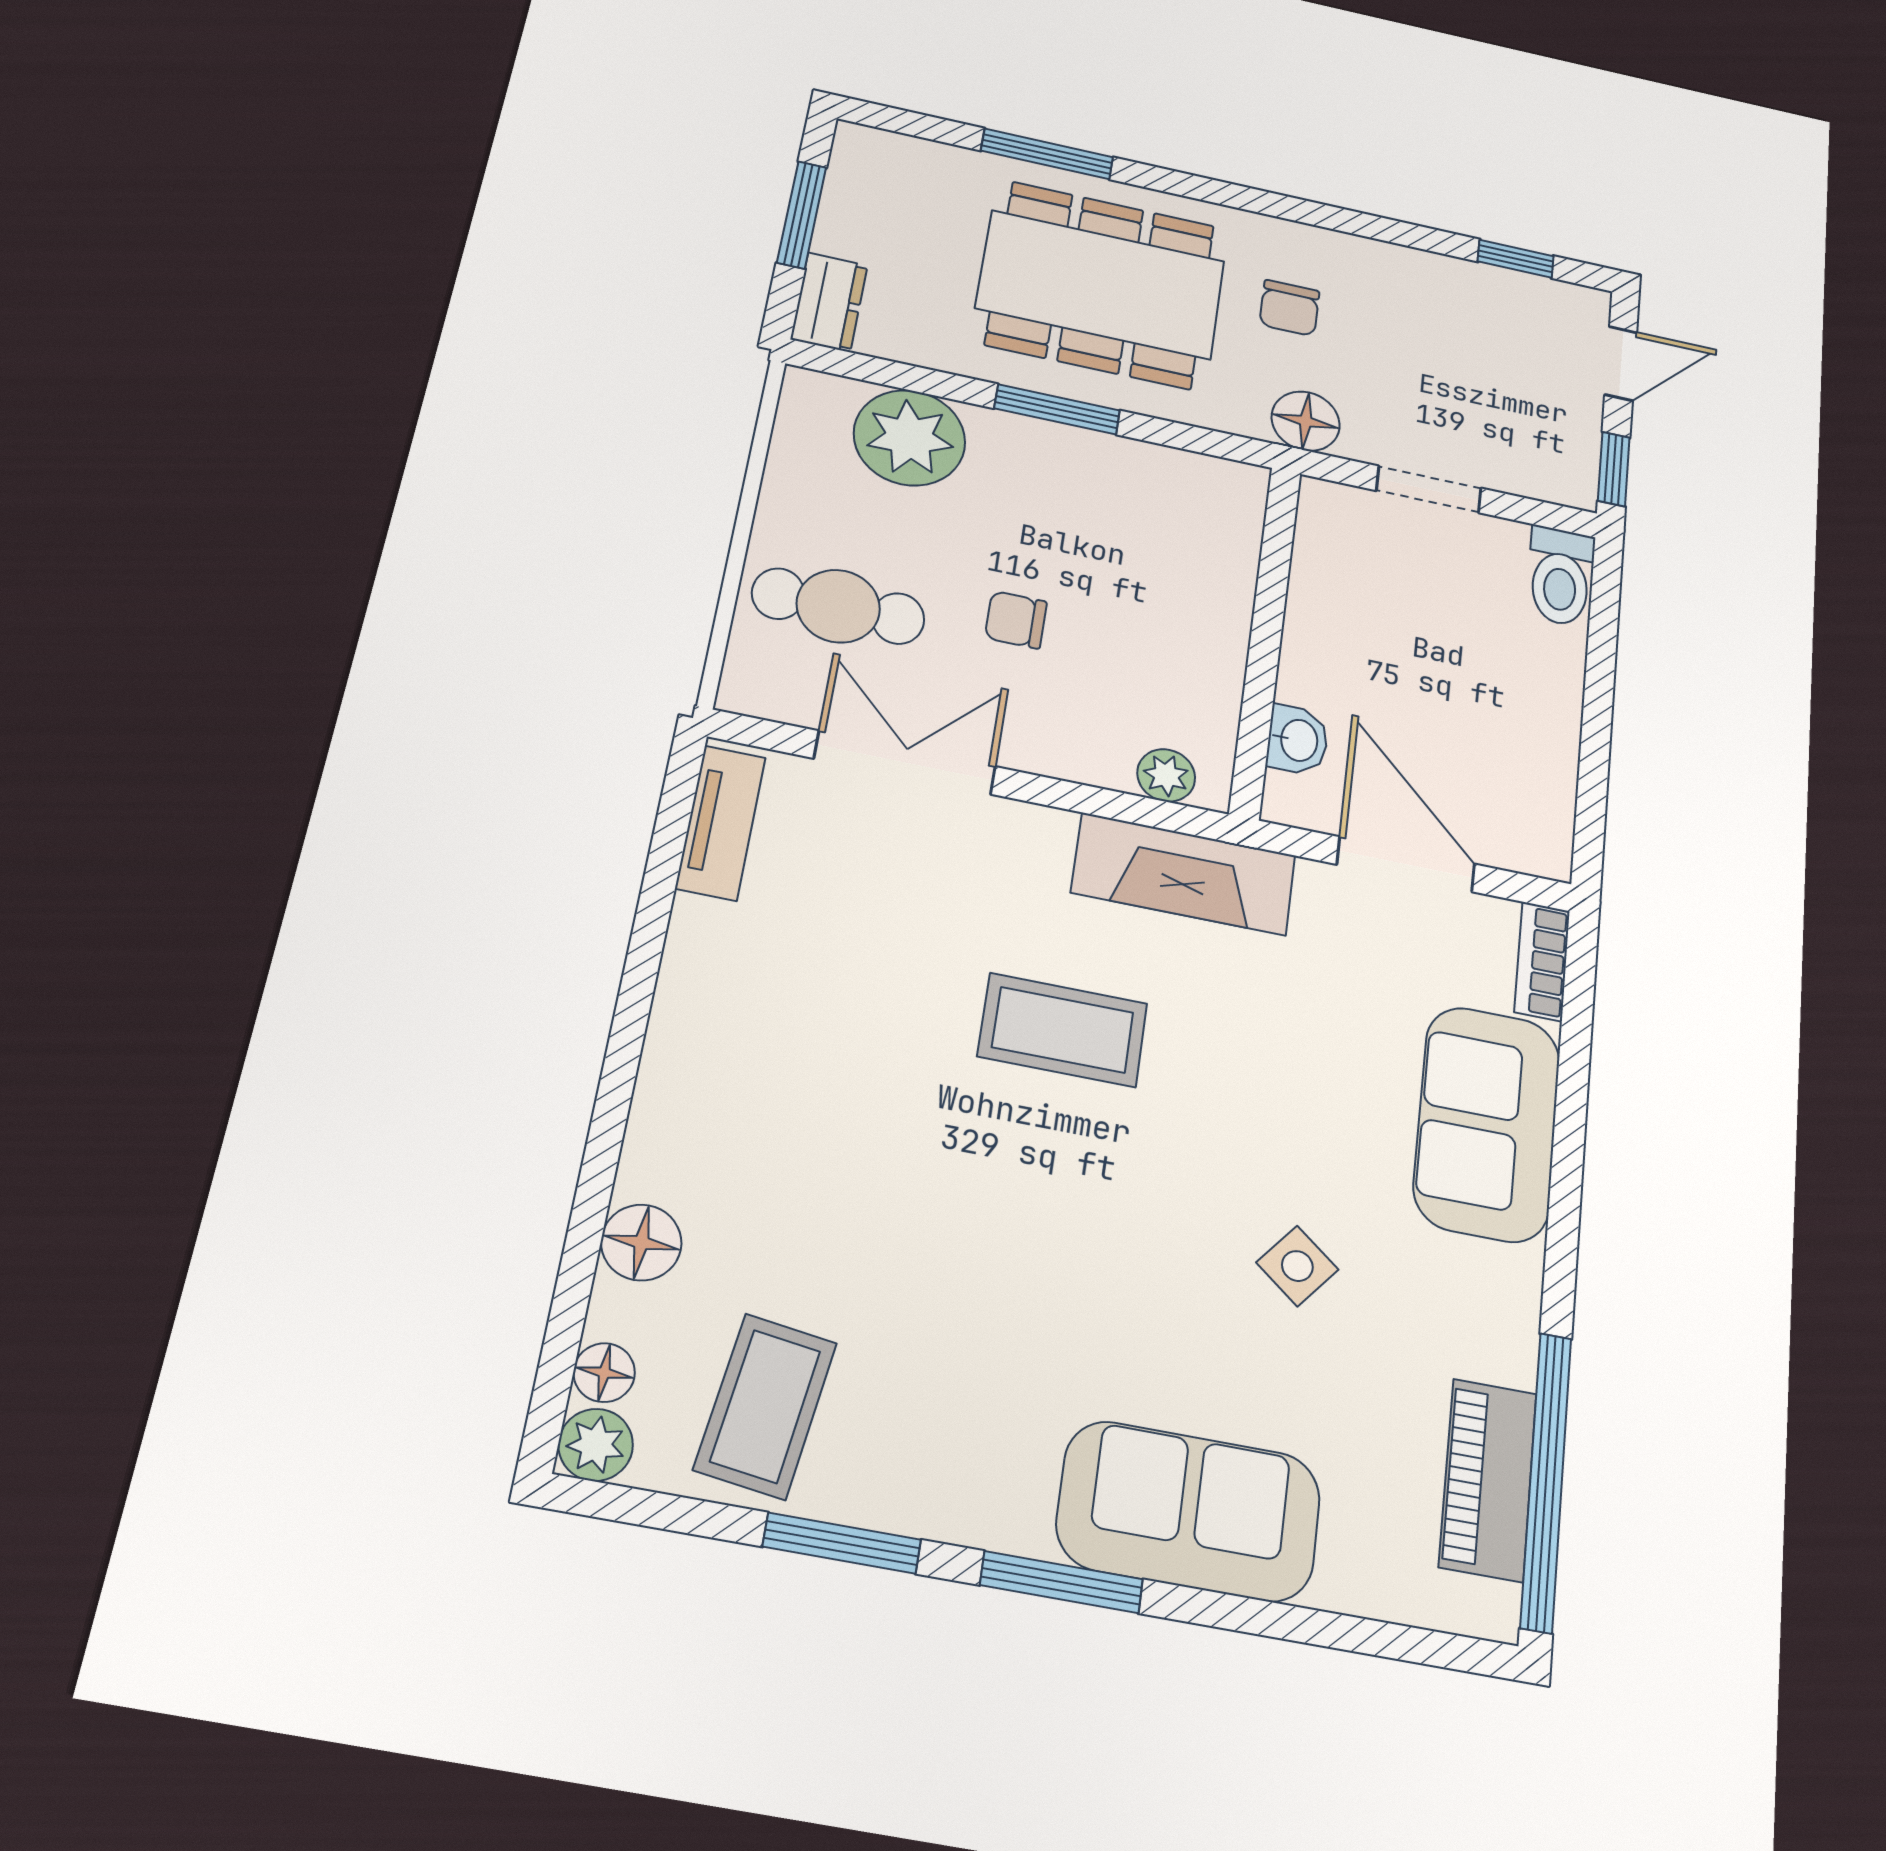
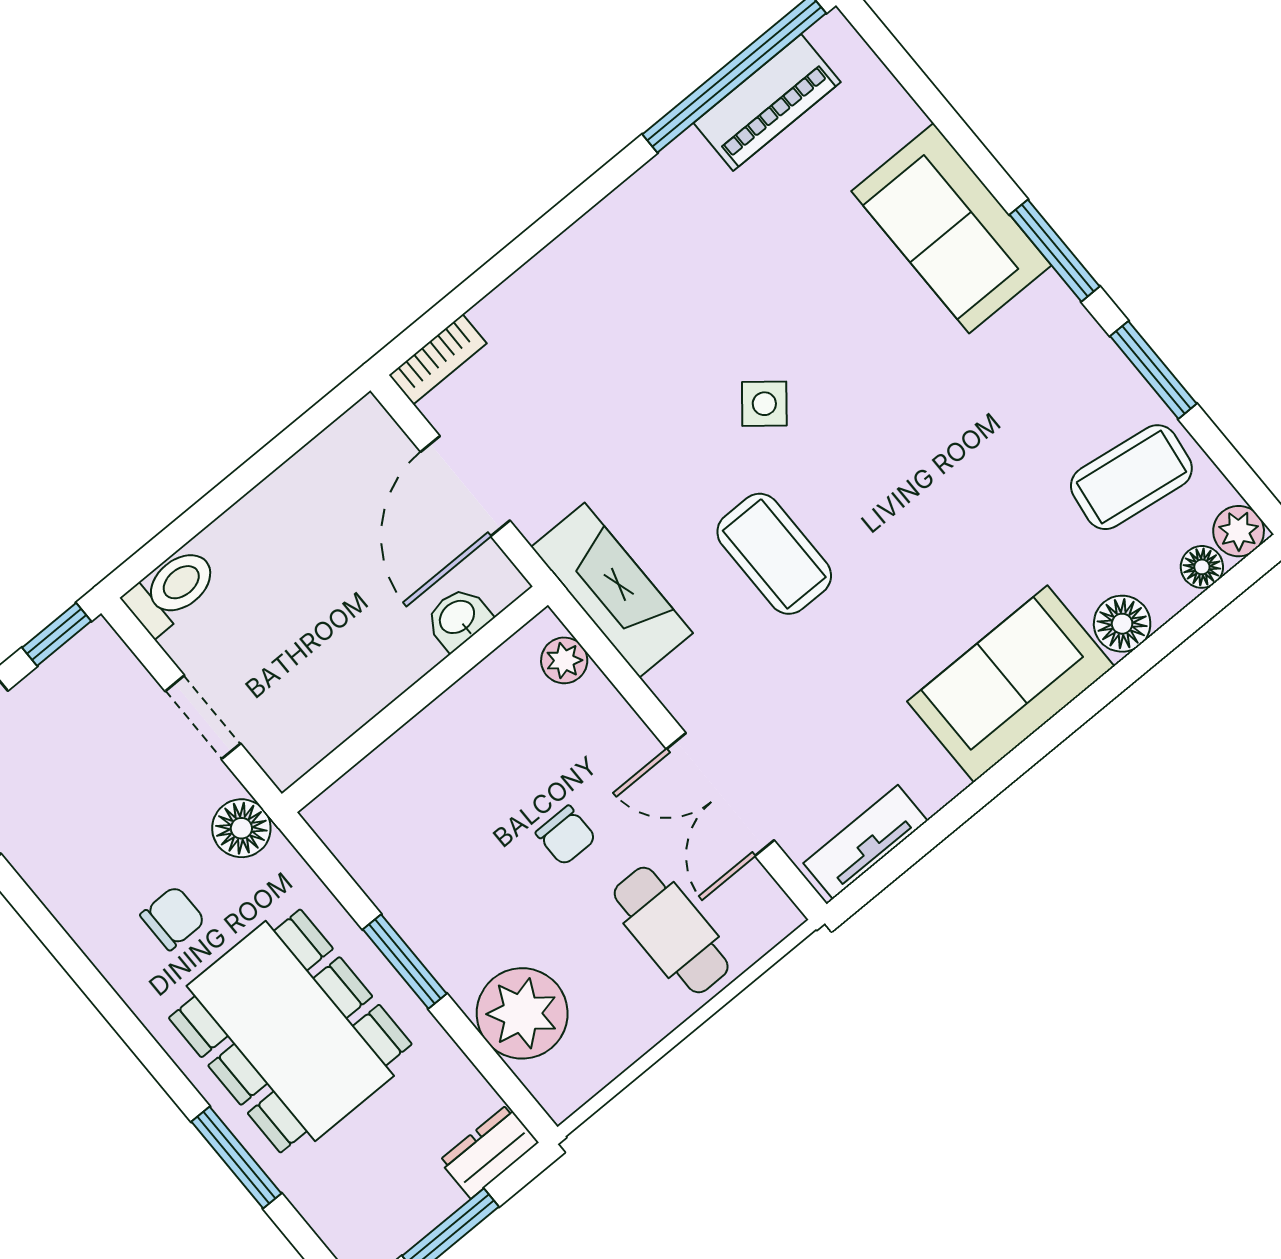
sofa: (1487, 1123) -> (1011, 684), moved, turned 180
side table: (1297, 1266) -> (764, 404), moved

